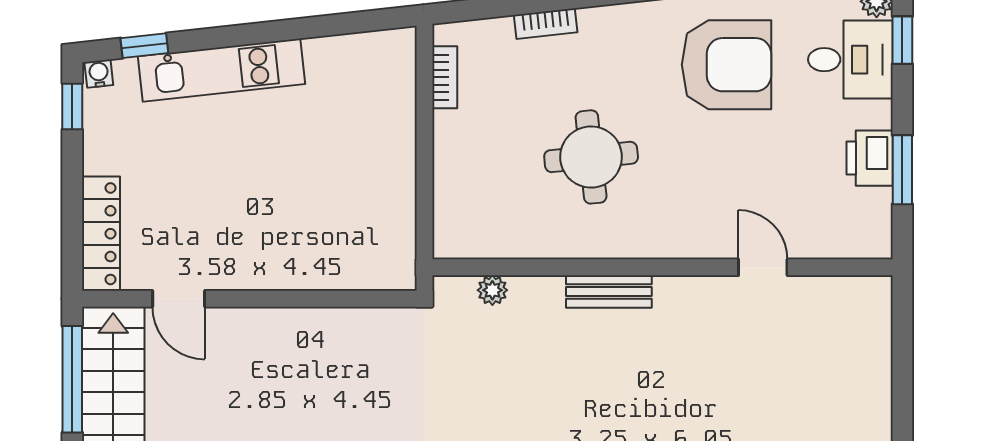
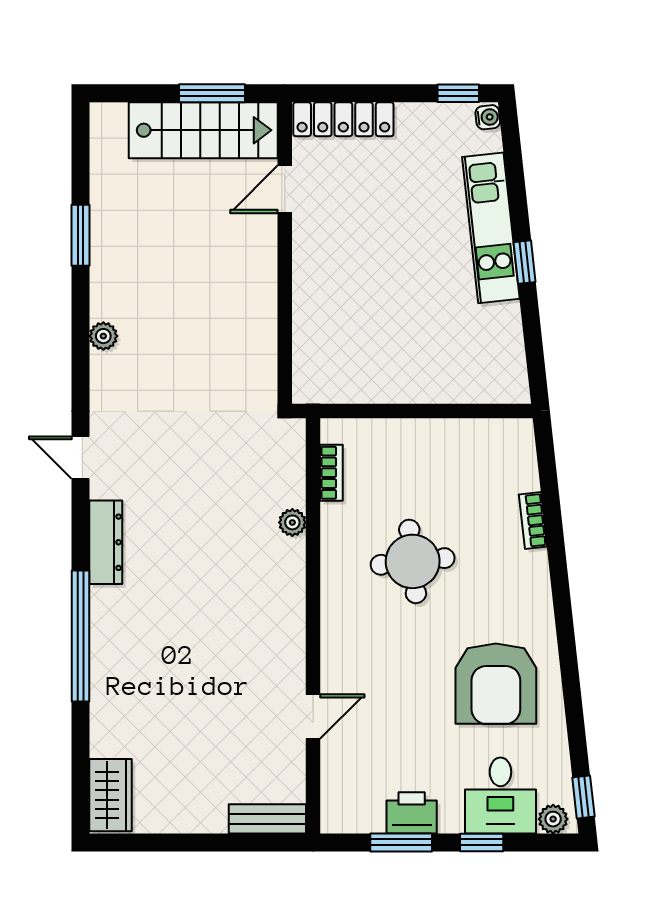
window: (902, 40) -> (482, 842), moved
window: (144, 46) -> (525, 262), moved
bookcase: (445, 77) -> (331, 473), moved, turned -90
plant: (492, 290) -> (292, 522), moved
bench: (609, 291) -> (267, 819), moved, turned 90
window: (72, 379) -> (212, 93), width x0.69

